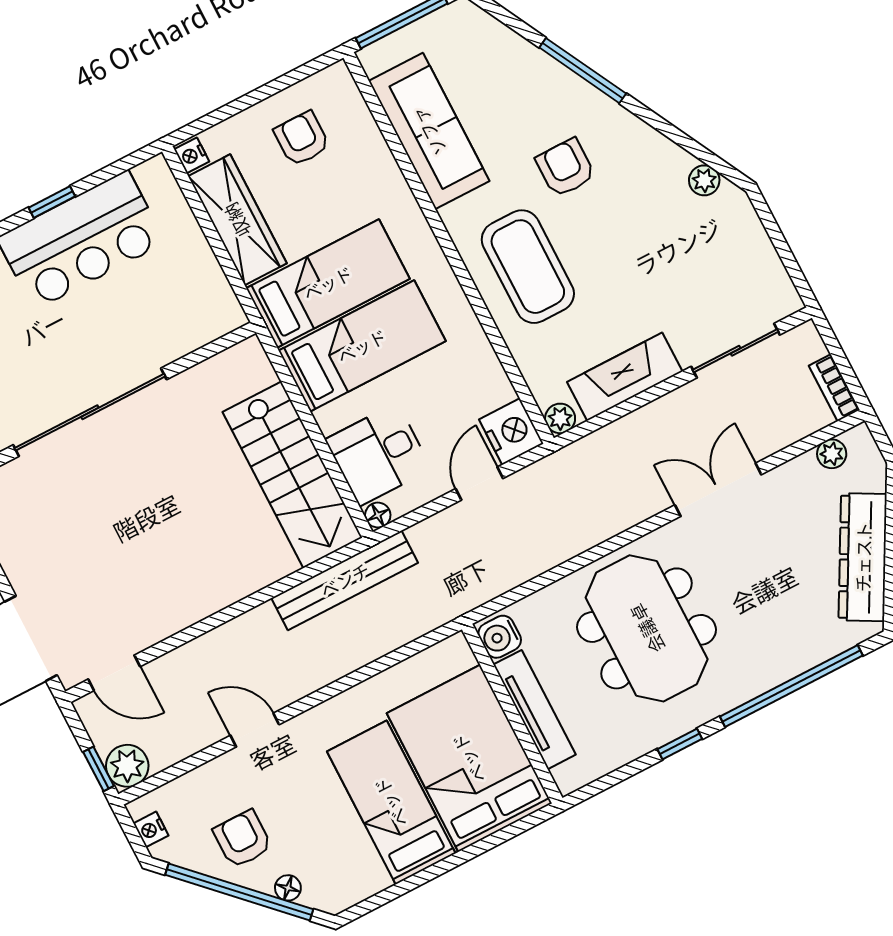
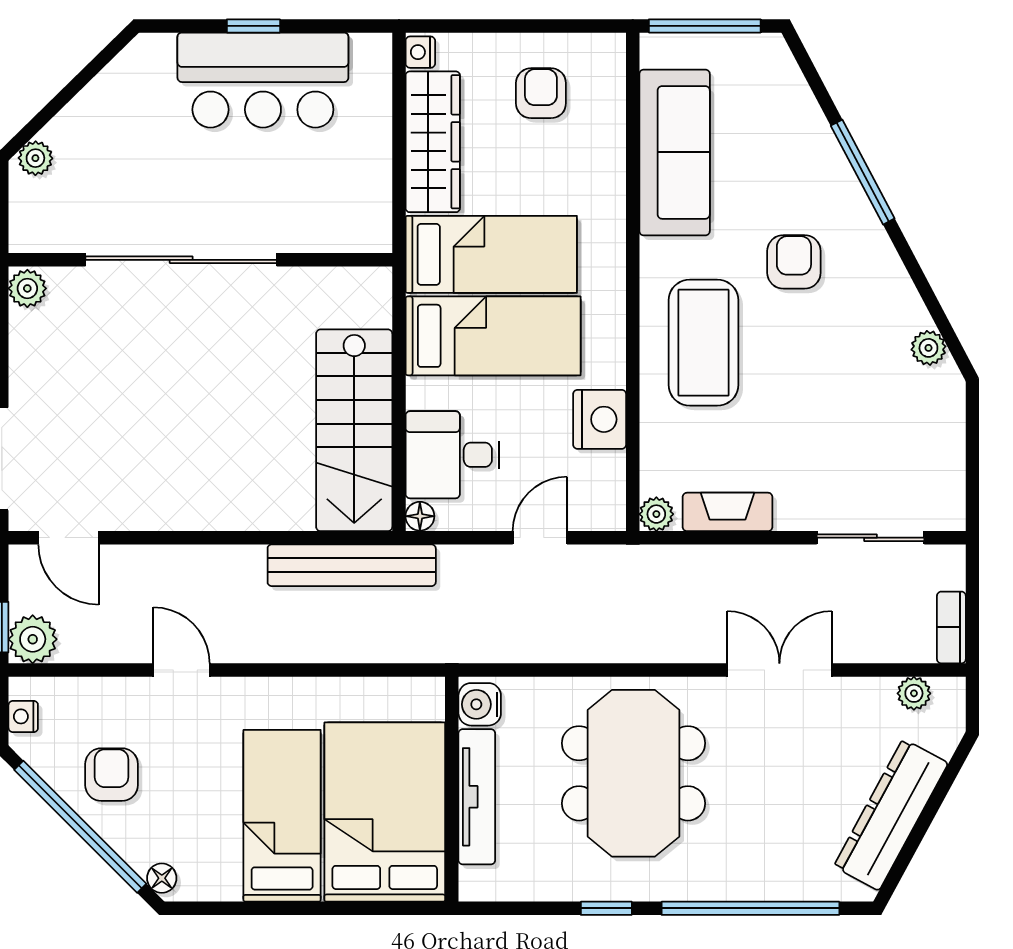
fireplace: (625, 377) -> (728, 512), width x0.73, depth x0.76
nightstand: (511, 432) -> (600, 419), moved
floor lamp: (288, 888) -> (162, 878), moved

